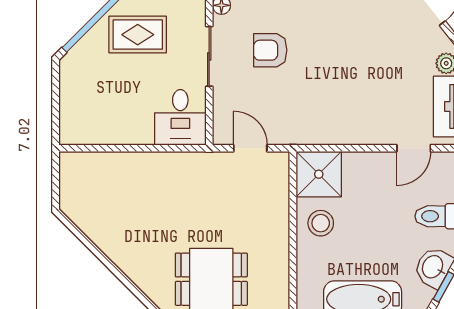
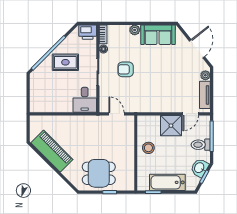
shower: (319, 174) -> (171, 126), moved
piano: (108, 230) -> (52, 151), added

